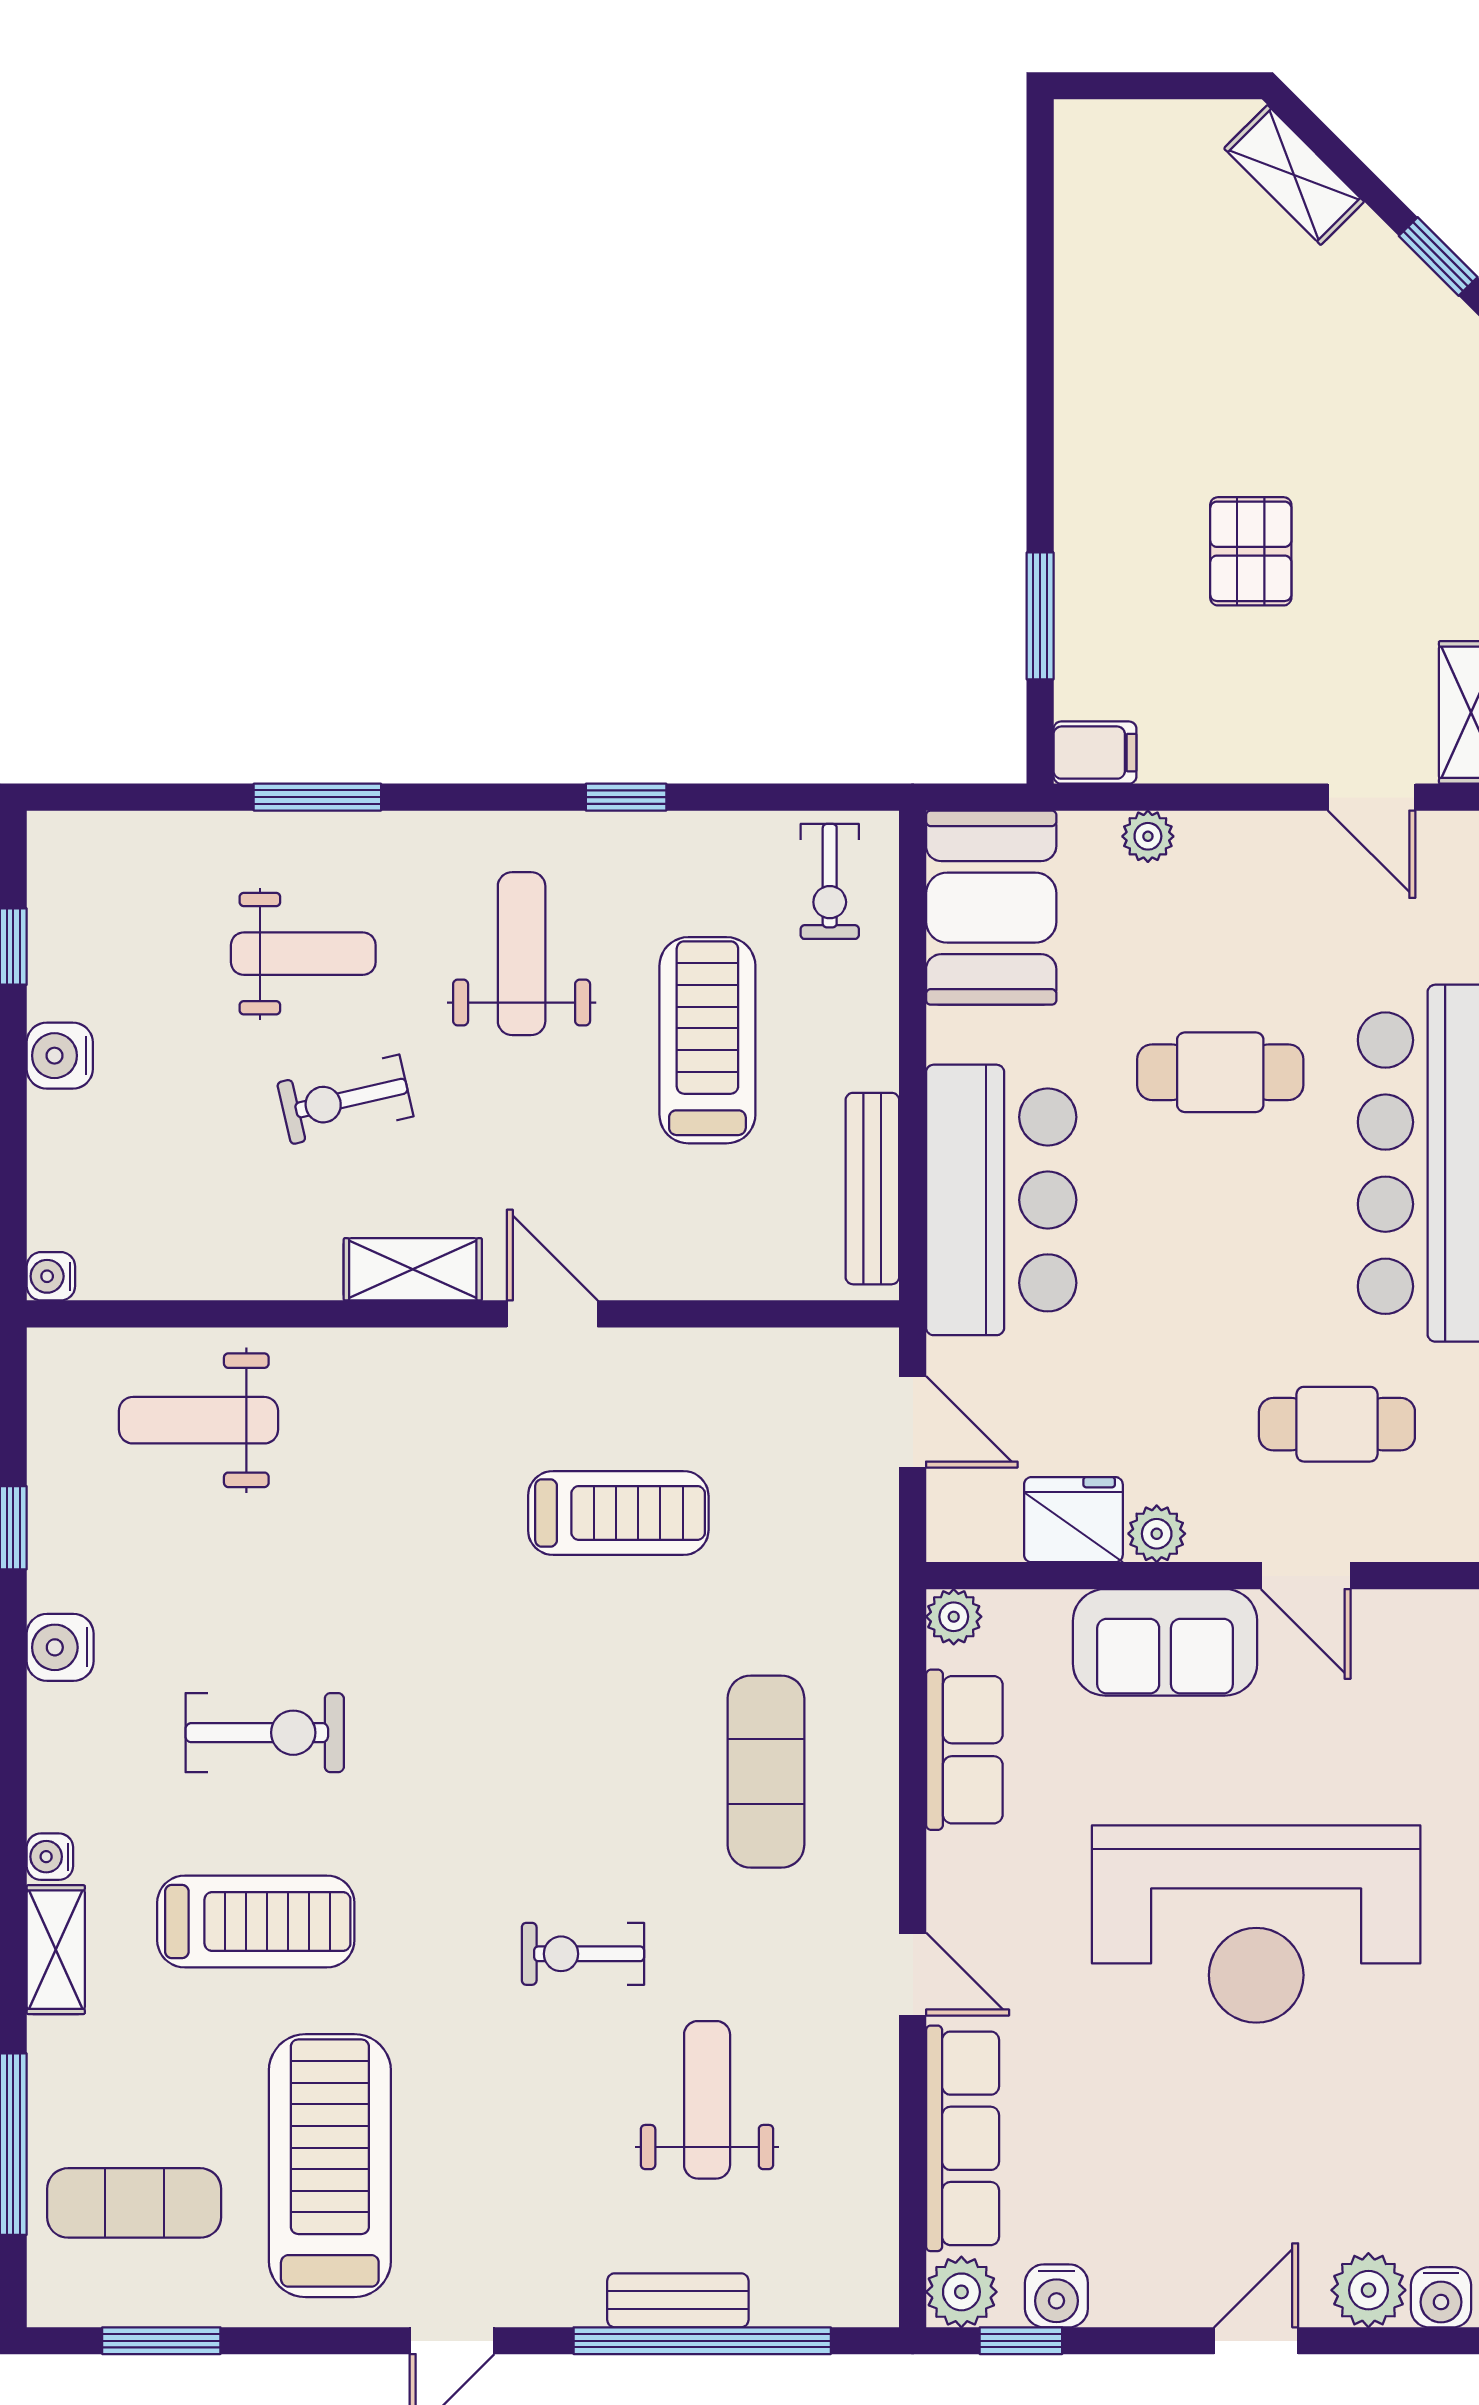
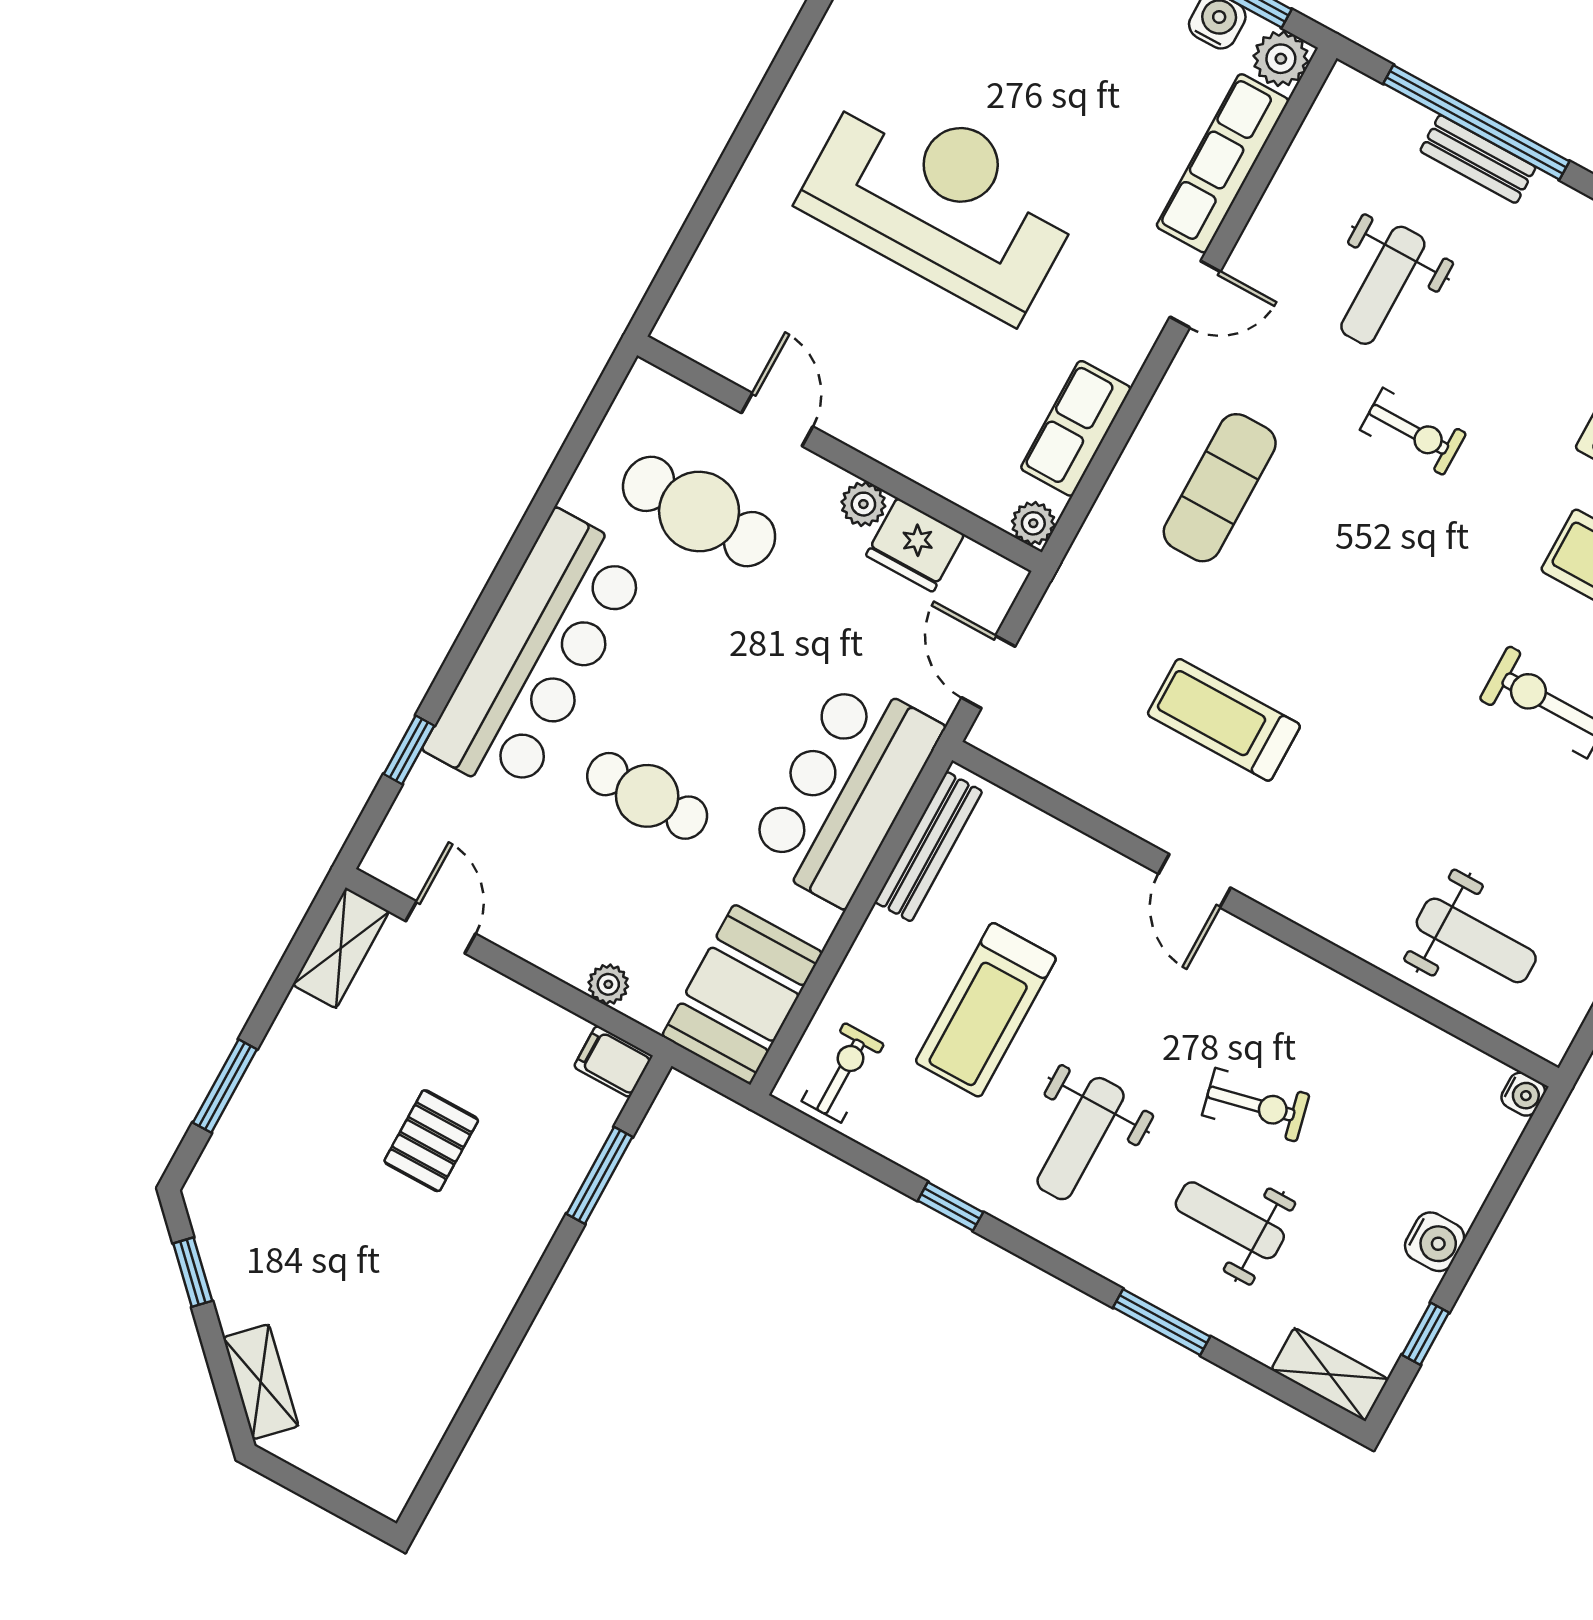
shelving: (413, 1269) -> (1330, 1375), moved
cafe table: (1337, 1424) -> (699, 512), width x1.37, depth x1.35
sofa: (1165, 1642) -> (898, 427), removed
door: (913, 1974) -> (1195, 294), swing flipped

